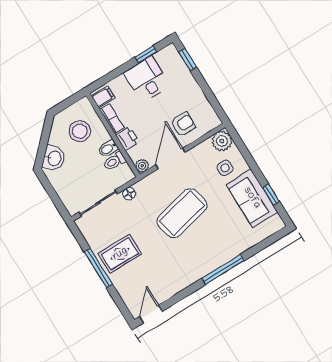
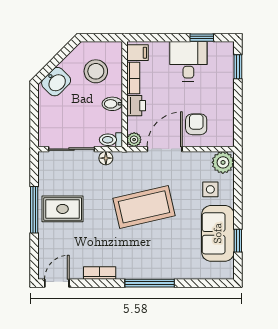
armchair: (183, 124) -> (196, 124), turned -90
toilet: (114, 161) -> (111, 140), moved
bookcase: (179, 286) -> (100, 273), added

